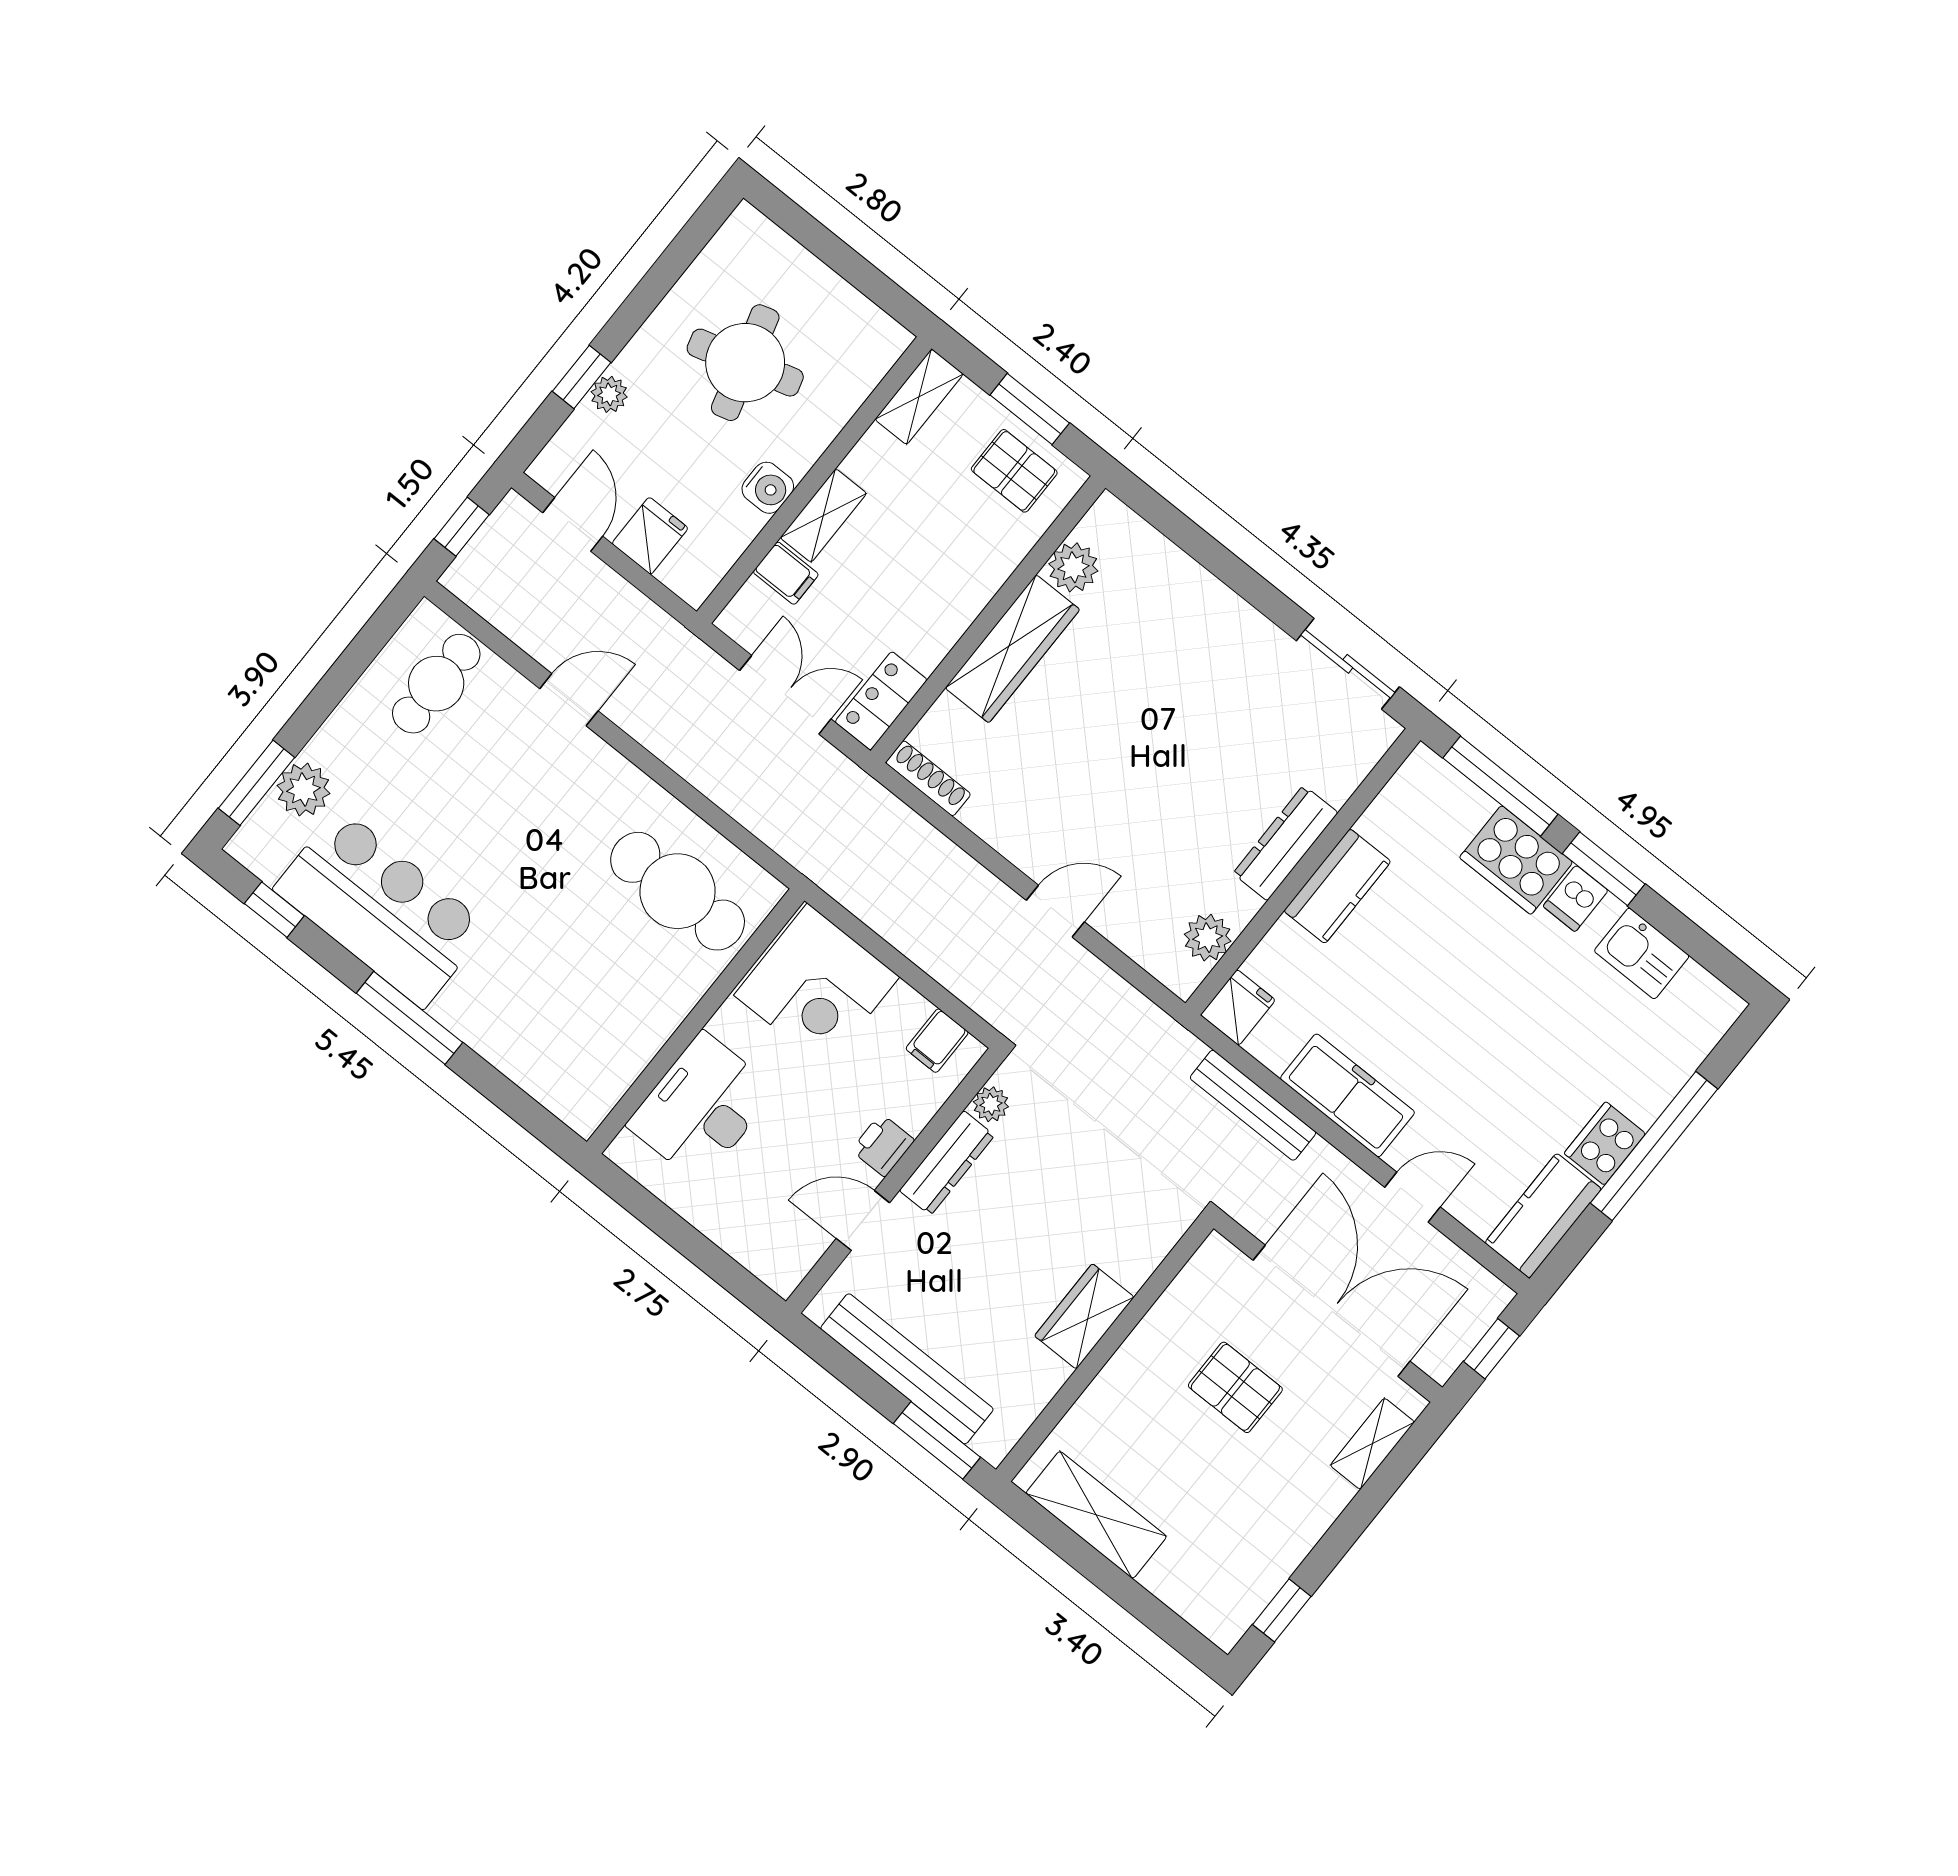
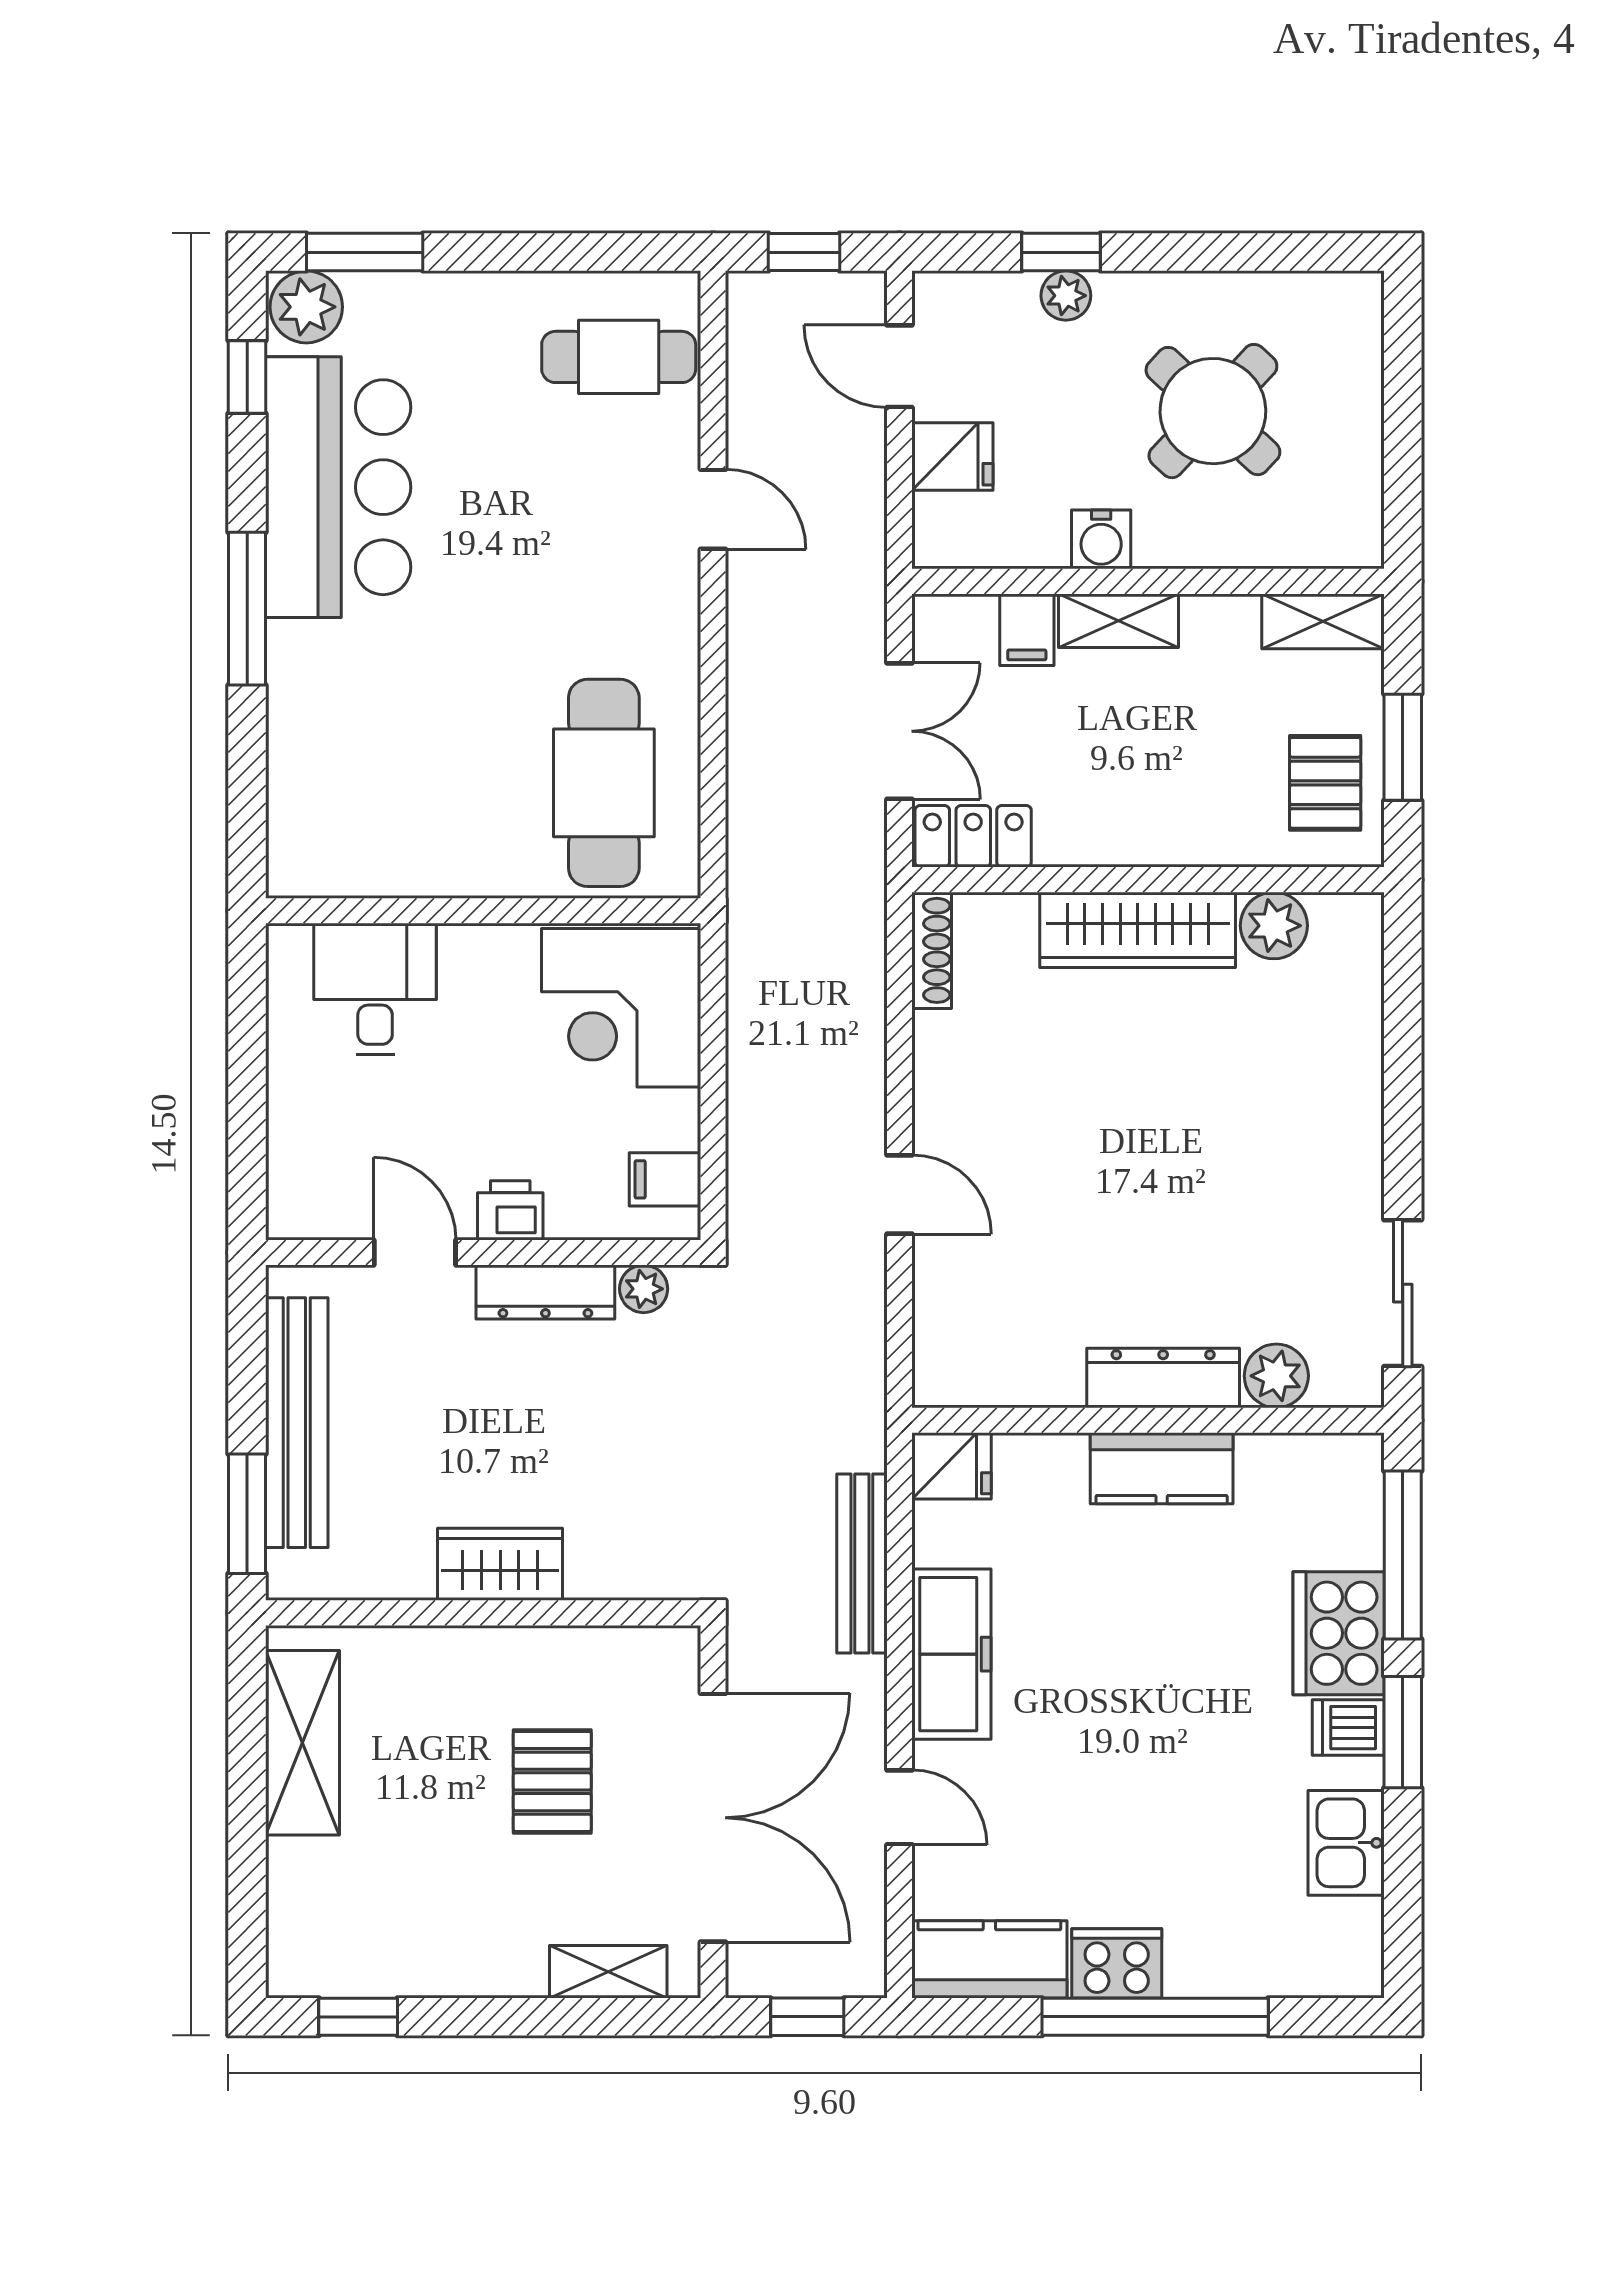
round table: (745, 363) -> (1213, 411), turned -31
door: (573, 524) -> (899, 366), swing flipped
plant: (303, 790) -> (306, 307), moved
plant: (1208, 938) -> (1276, 1376), moved
desk: (701, 1107) -> (375, 989), width x0.73

